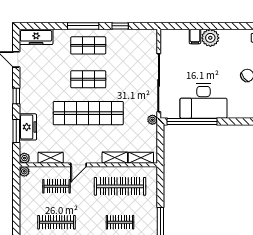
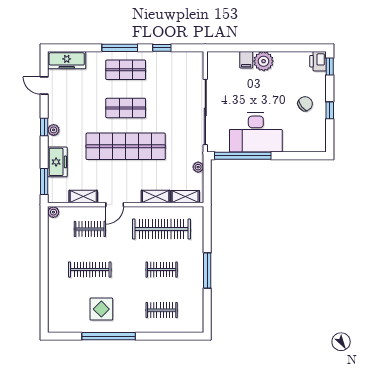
plant: (152, 120) -> (198, 167), moved
window: (16, 131) -> (44, 182), moved
plant: (24, 158) -> (54, 130), moved

